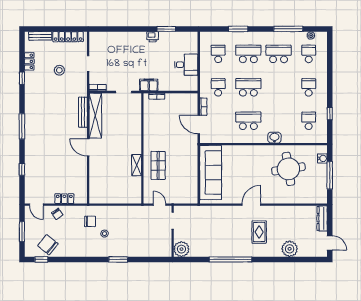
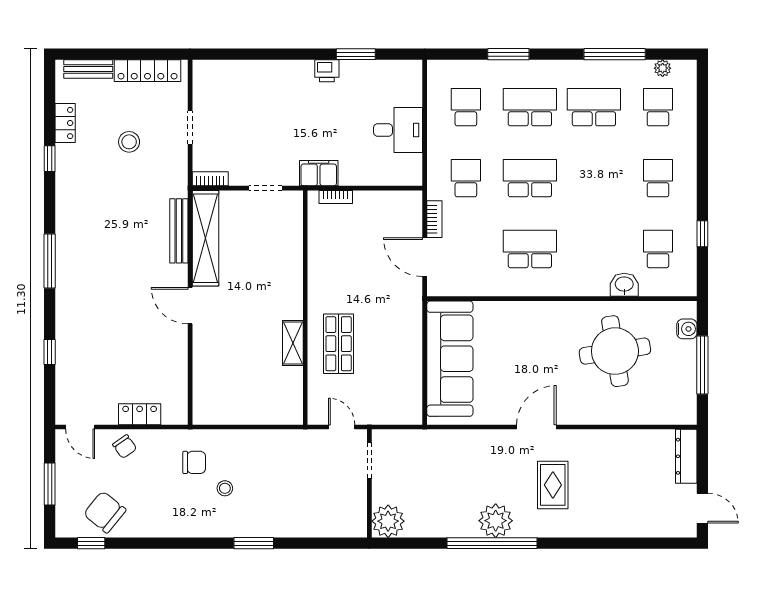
washbasin: (274, 138) -> (624, 285), moved
plant: (290, 249) -> (496, 521), moved

